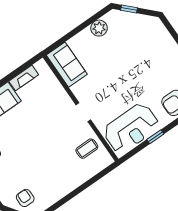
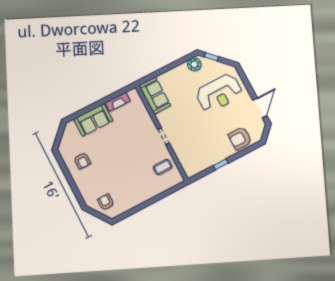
plant: (99, 28) -> (194, 64), moved
reception desk: (131, 128) -> (219, 93), moved

